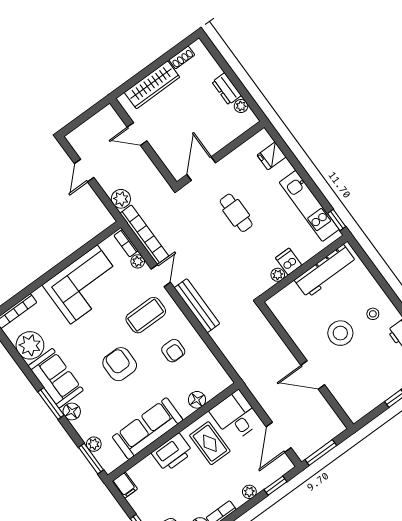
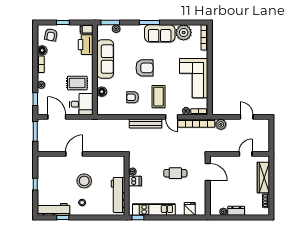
floor lamp: (72, 411) -> (139, 29), removed
printer: (172, 453) -> (86, 45), moved

